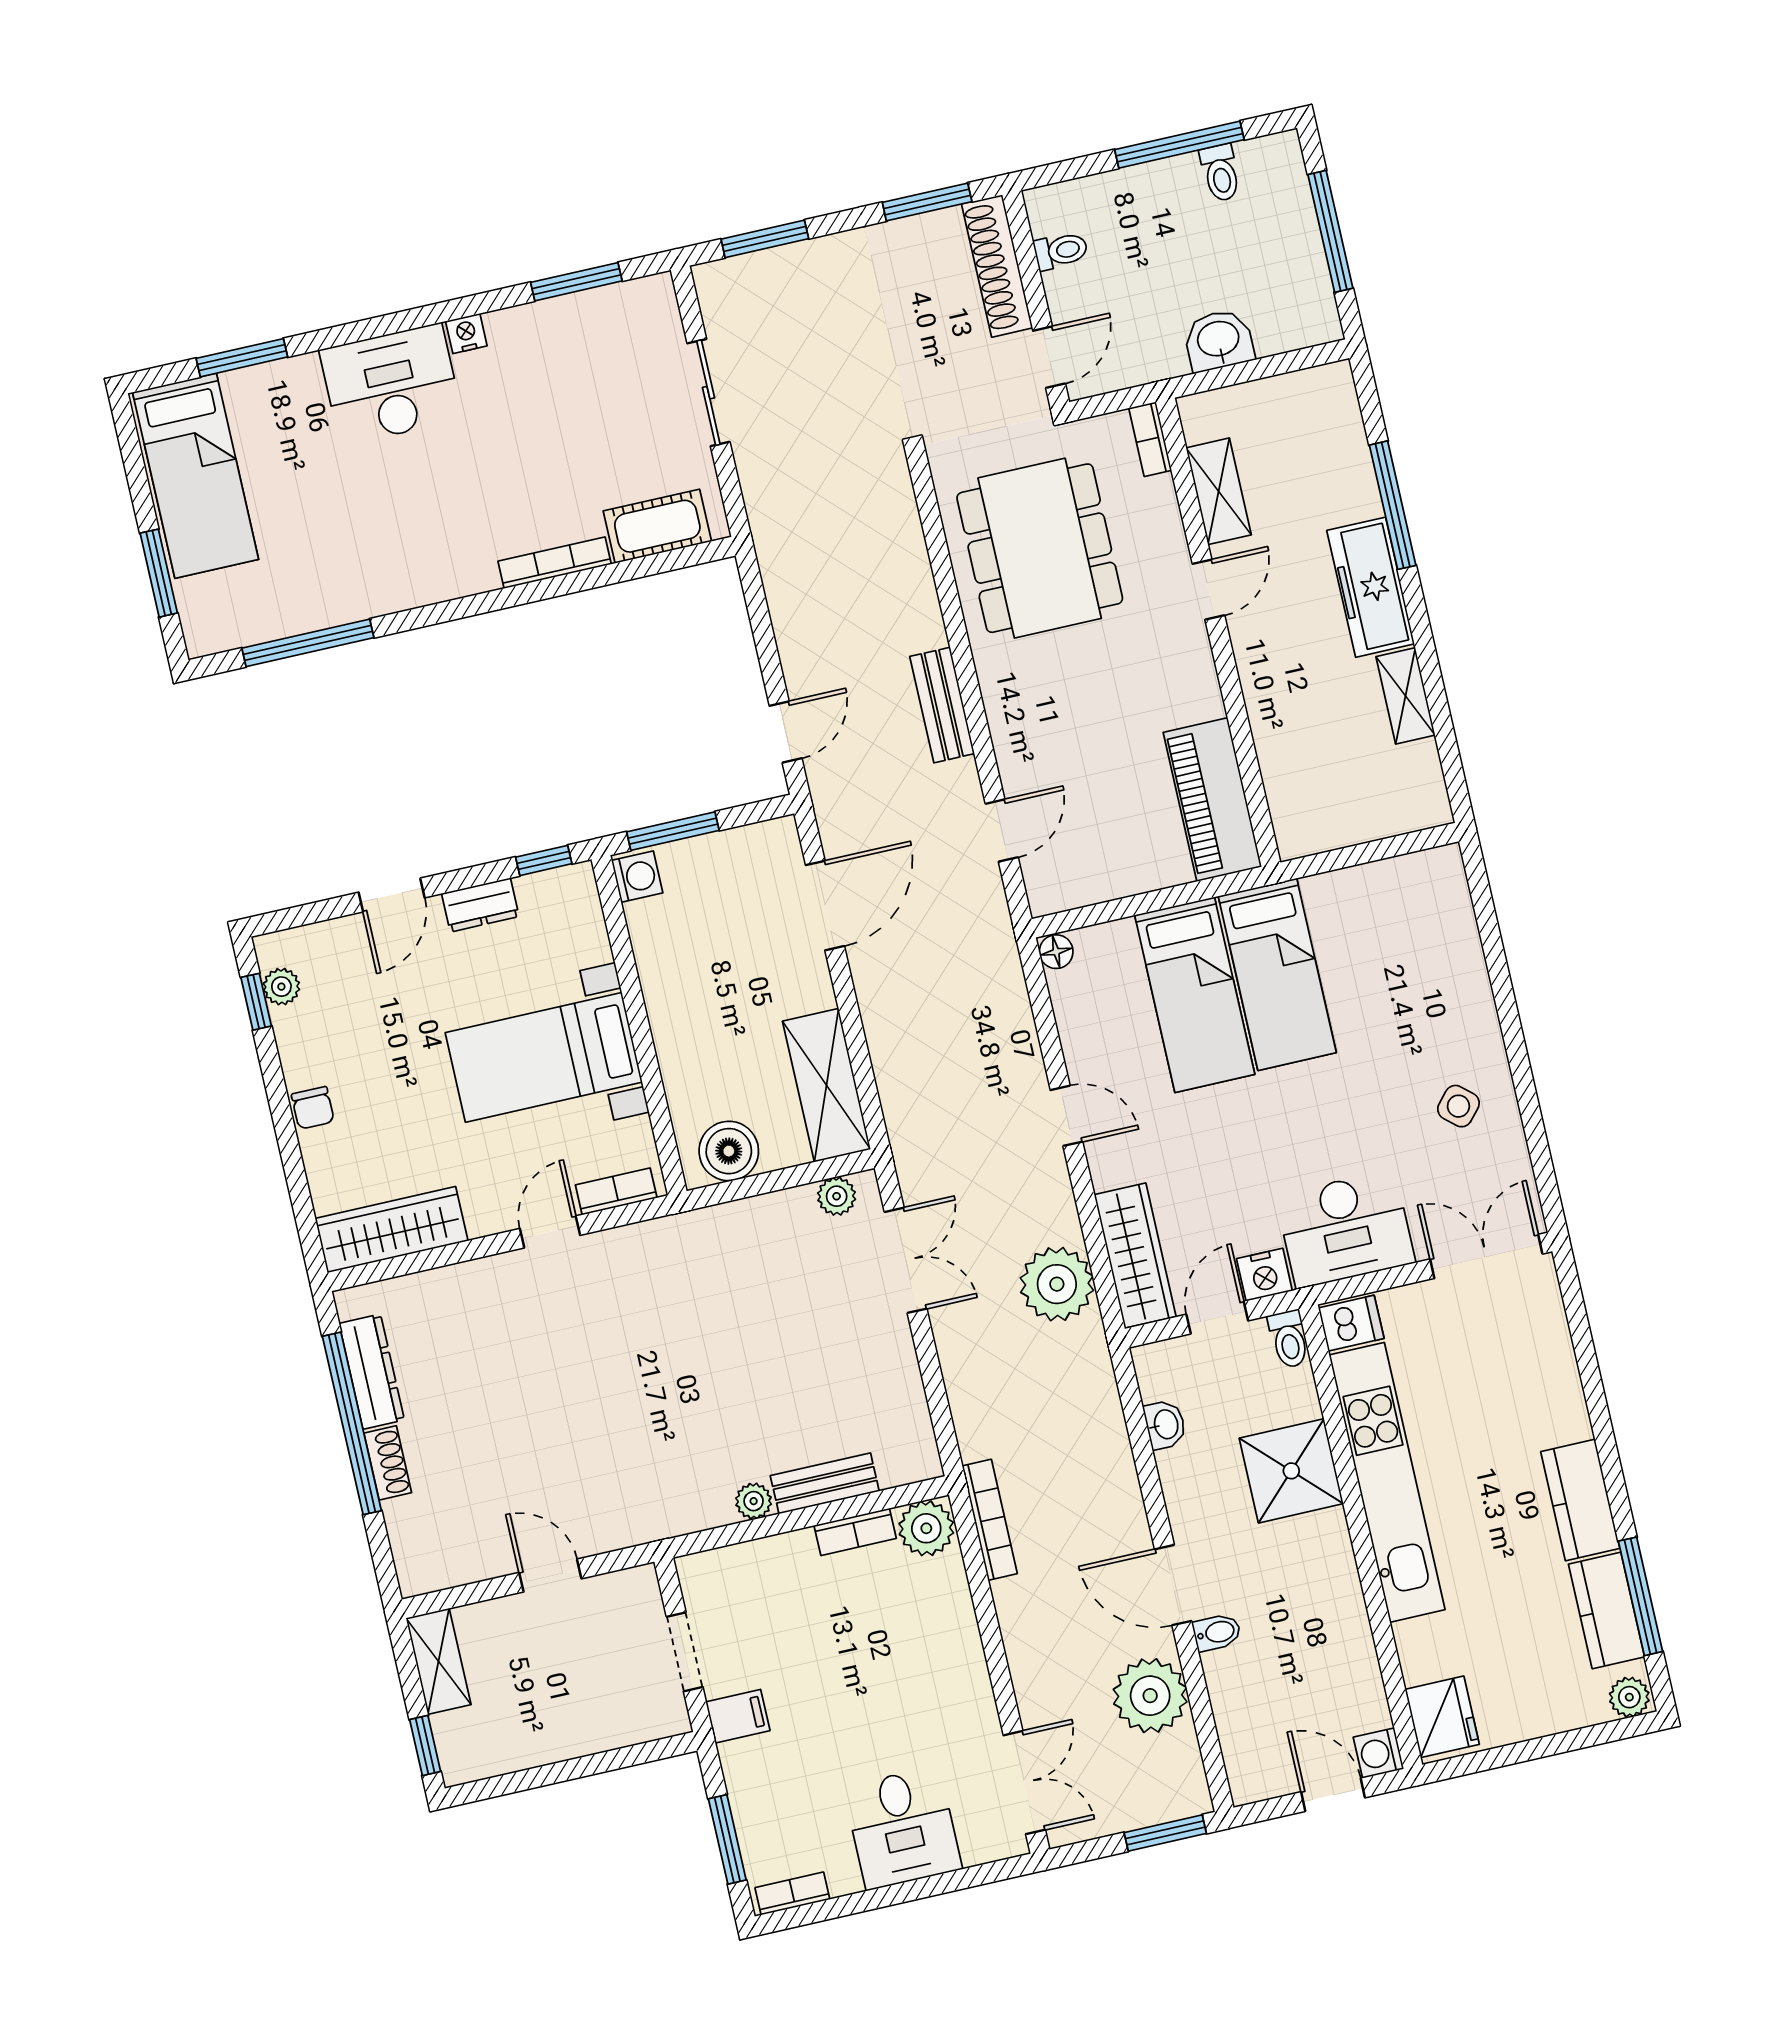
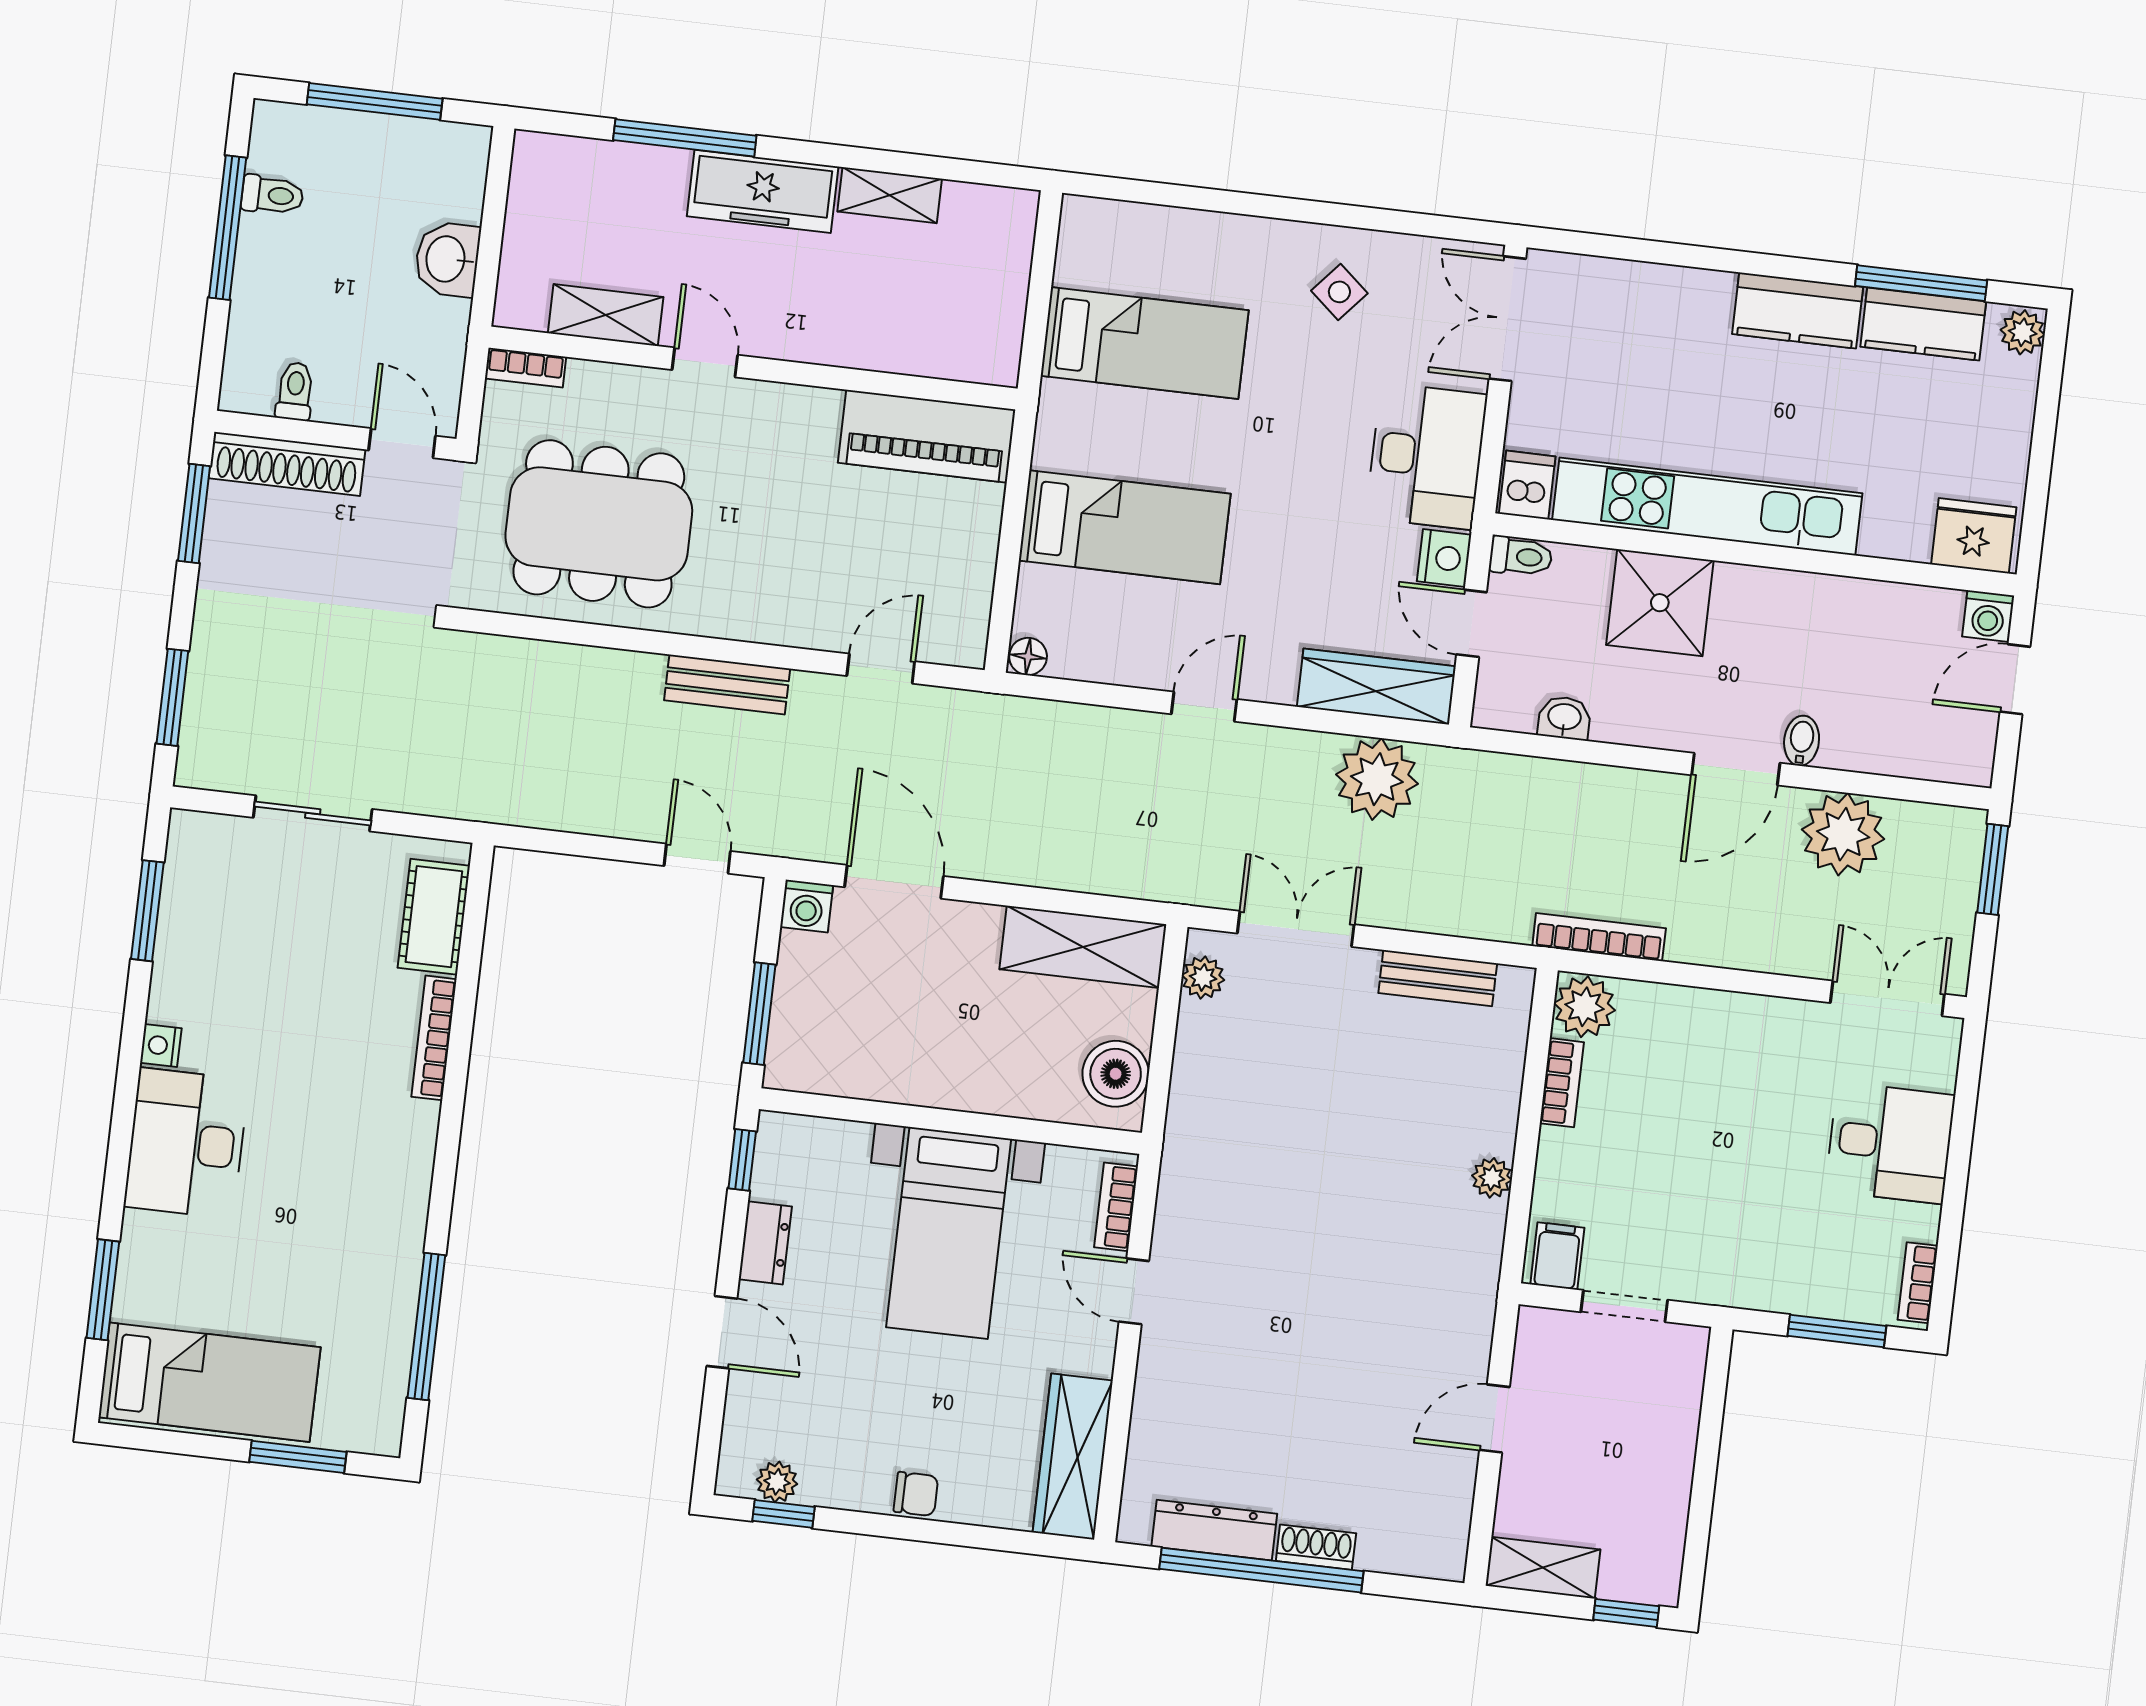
door: (1002, 831) -> (881, 669), hinge flipped
washing machine: (637, 877) -> (807, 906), moved, turned 180
bed: (1277, 974) -> (1145, 343), moved
bench: (825, 1483) -> (1438, 978), moved, turned 90
filing cabinet: (738, 1716) -> (1557, 1256), moved

